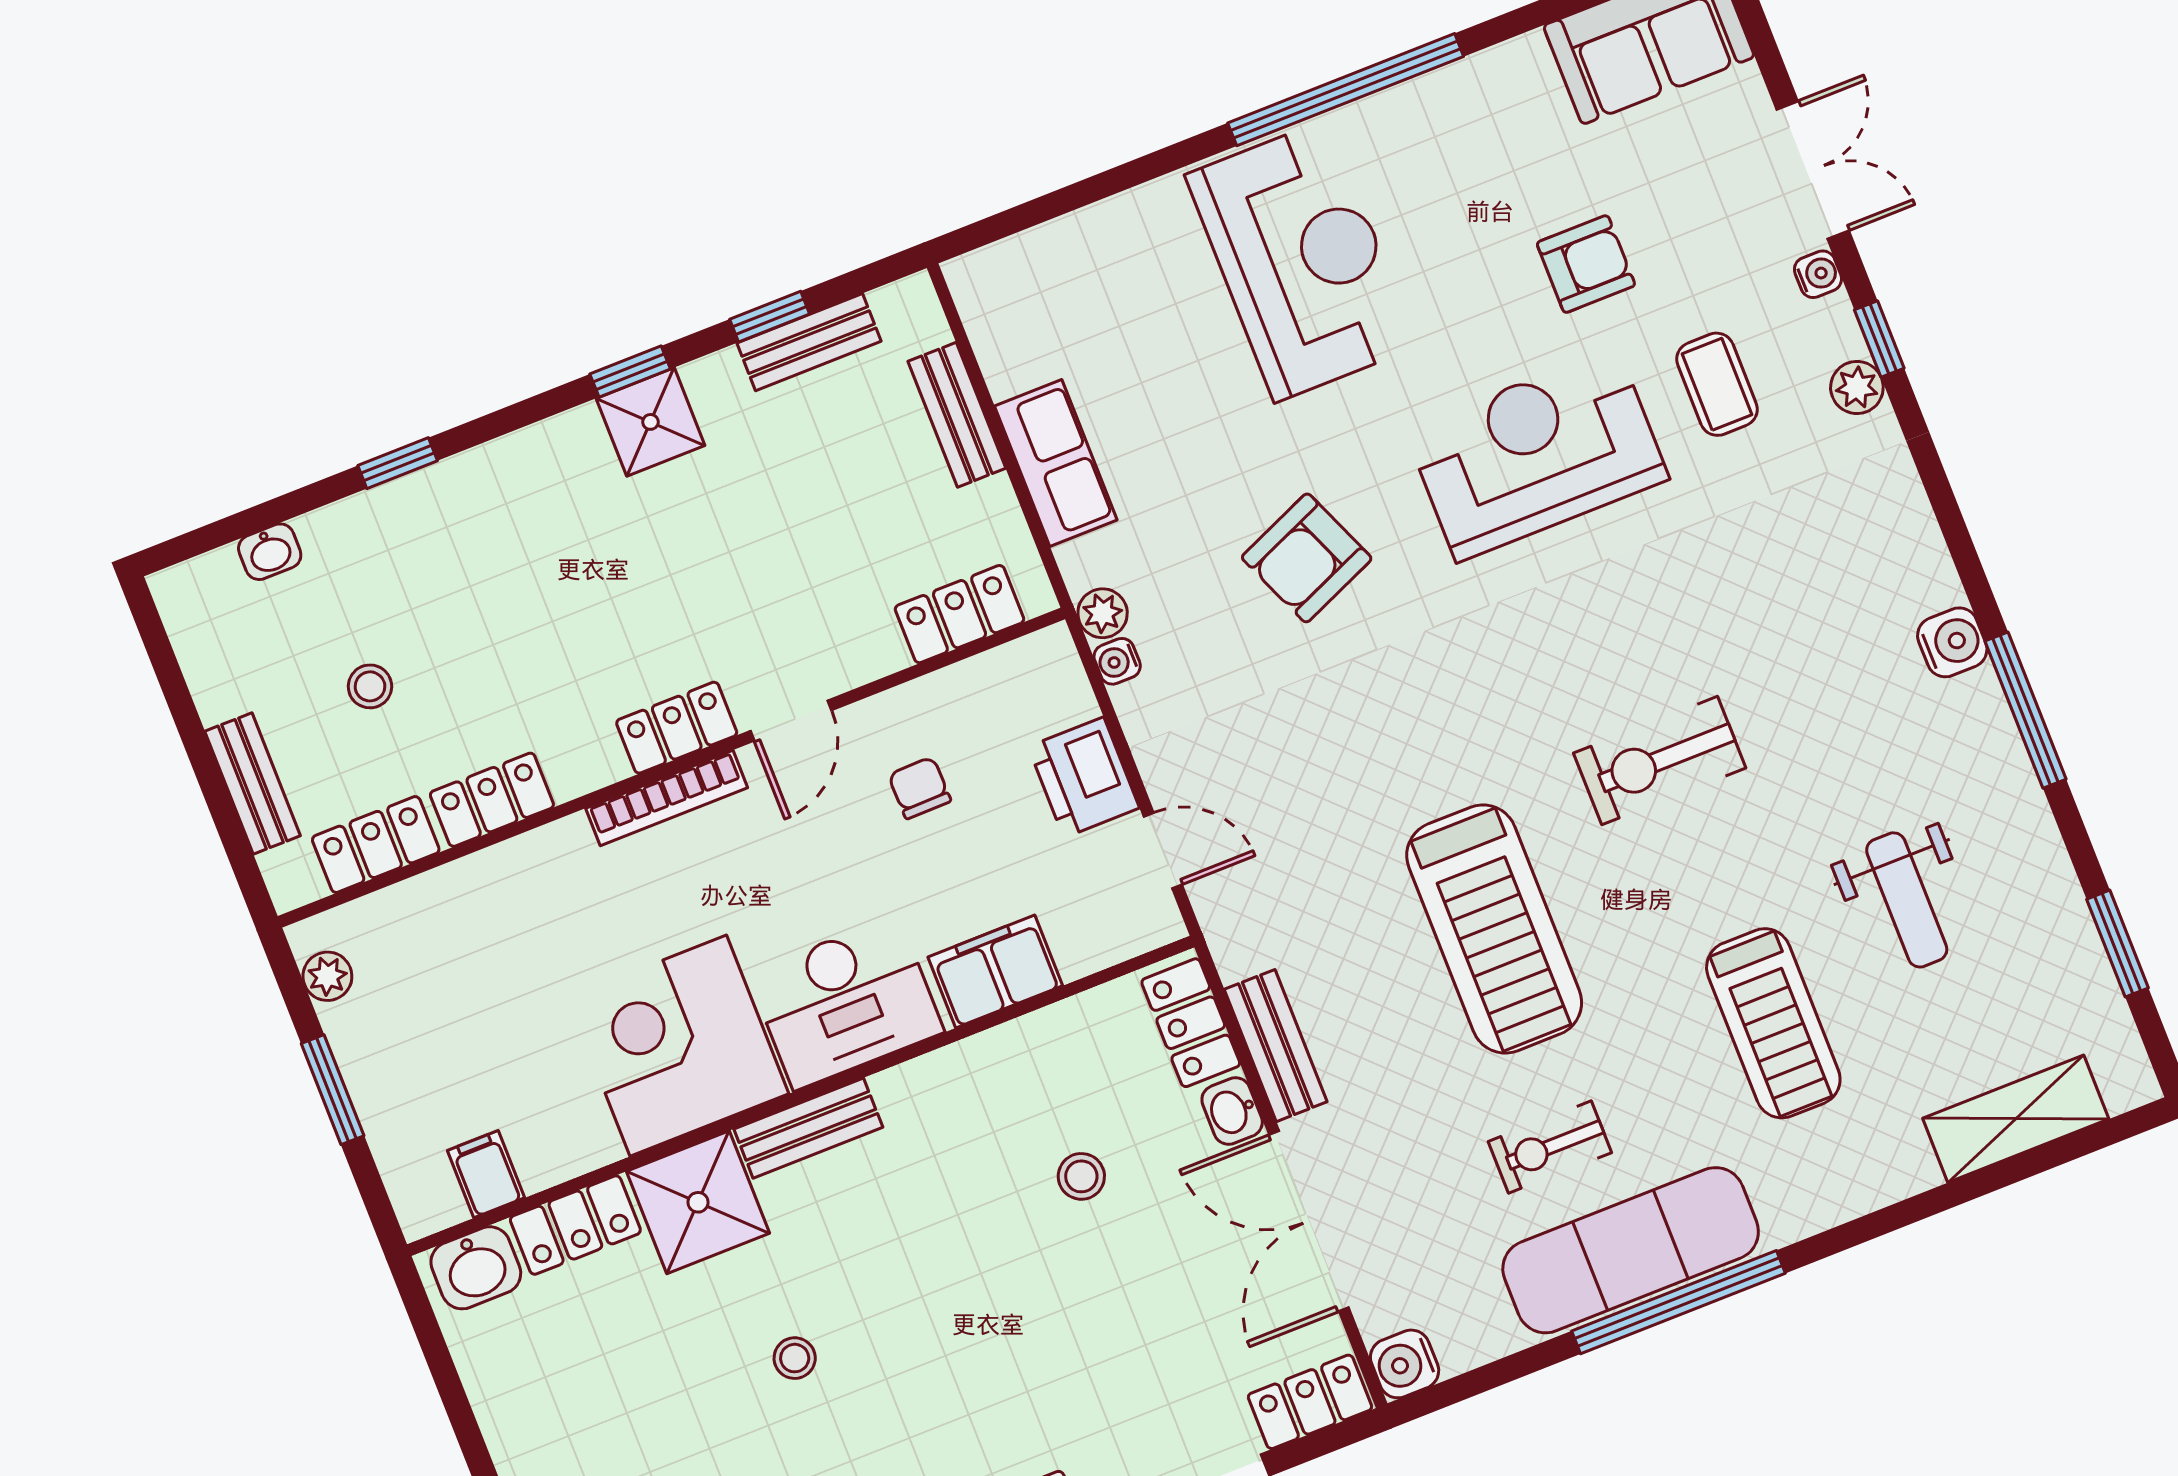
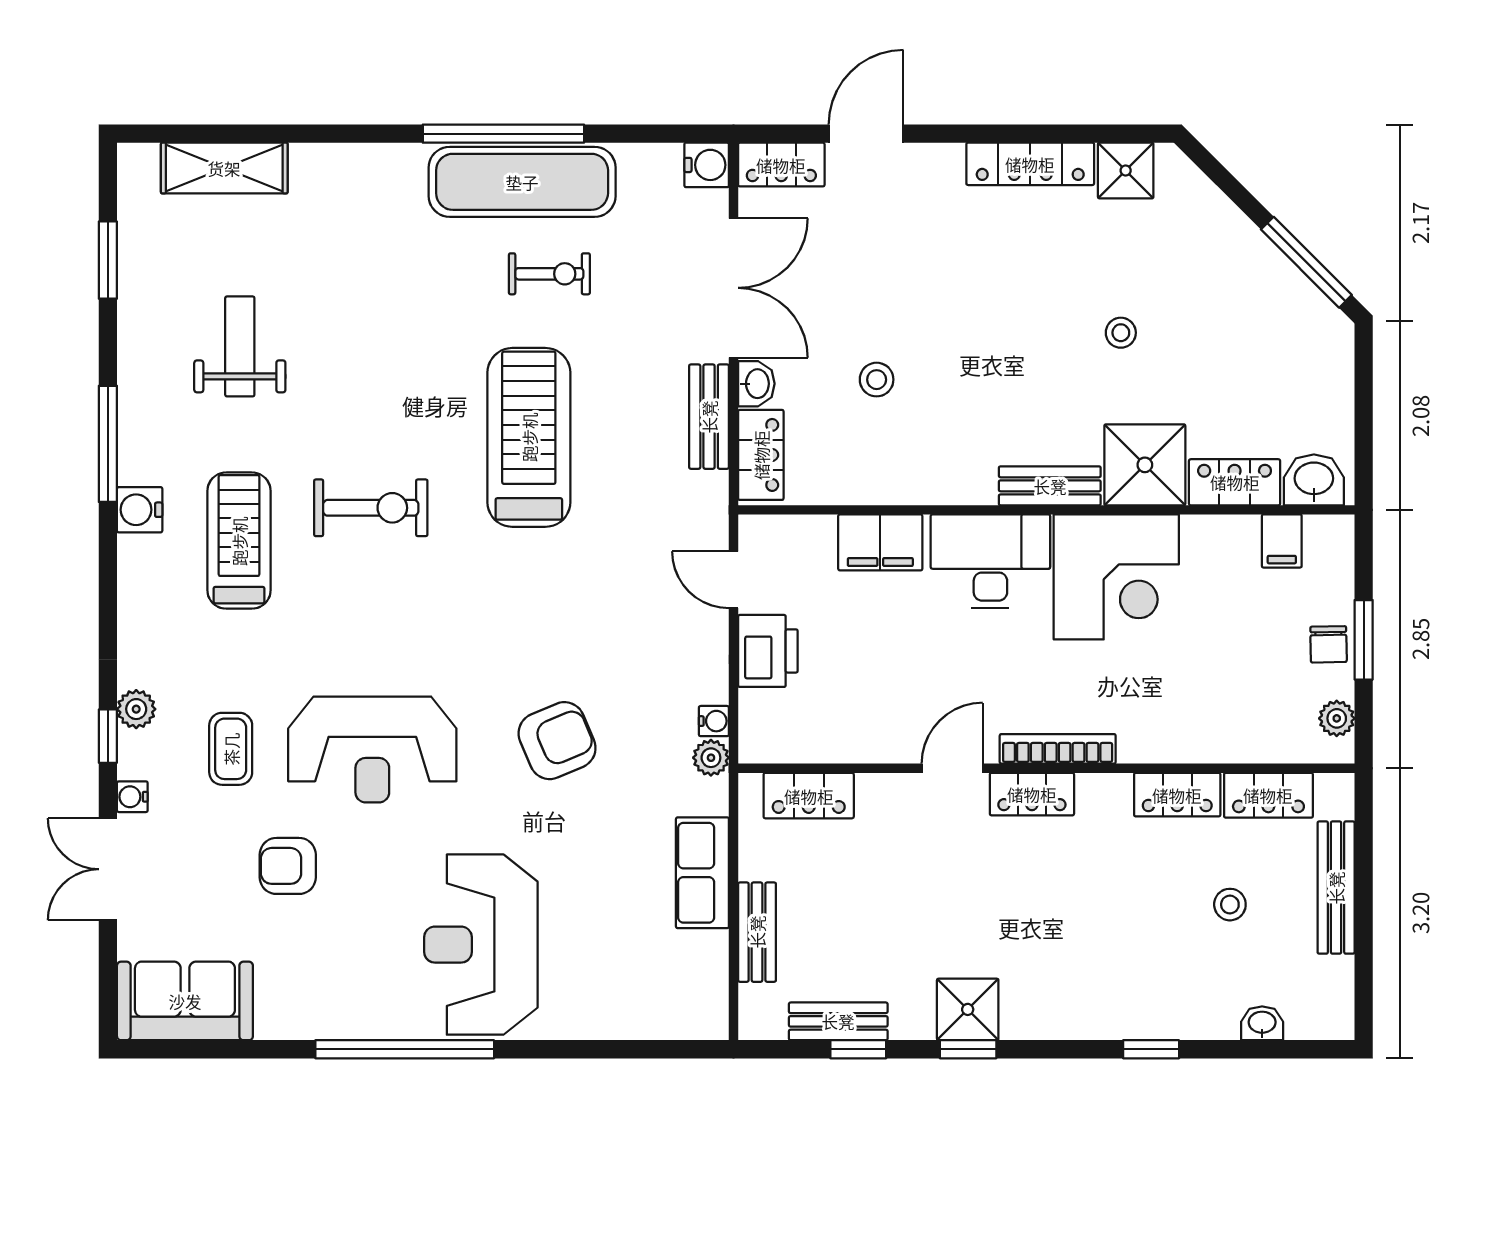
bench: (253, 783) -> (1336, 888), width x1.36
chair: (920, 788) -> (1329, 644), moved
treadmill: (1773, 1023) -> (239, 541), moved

